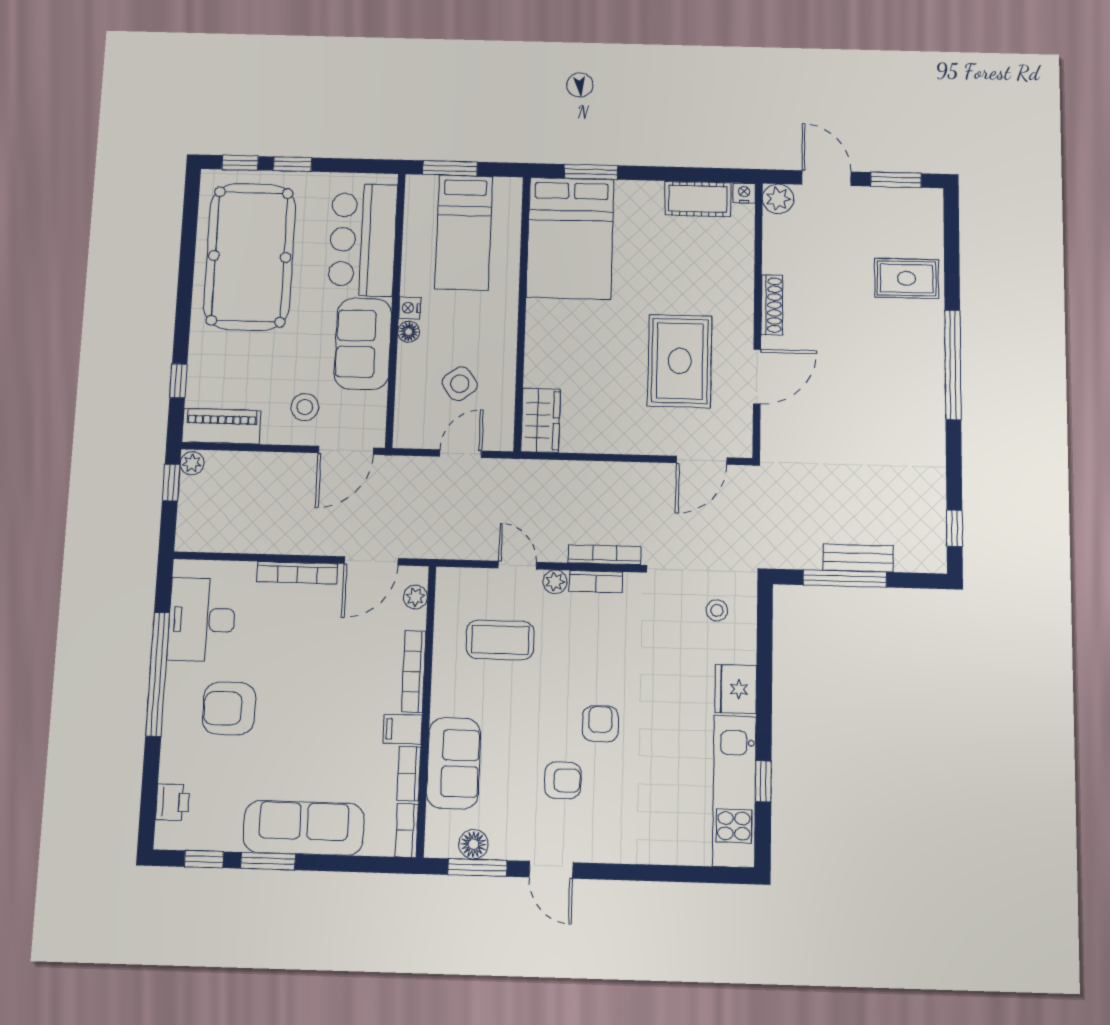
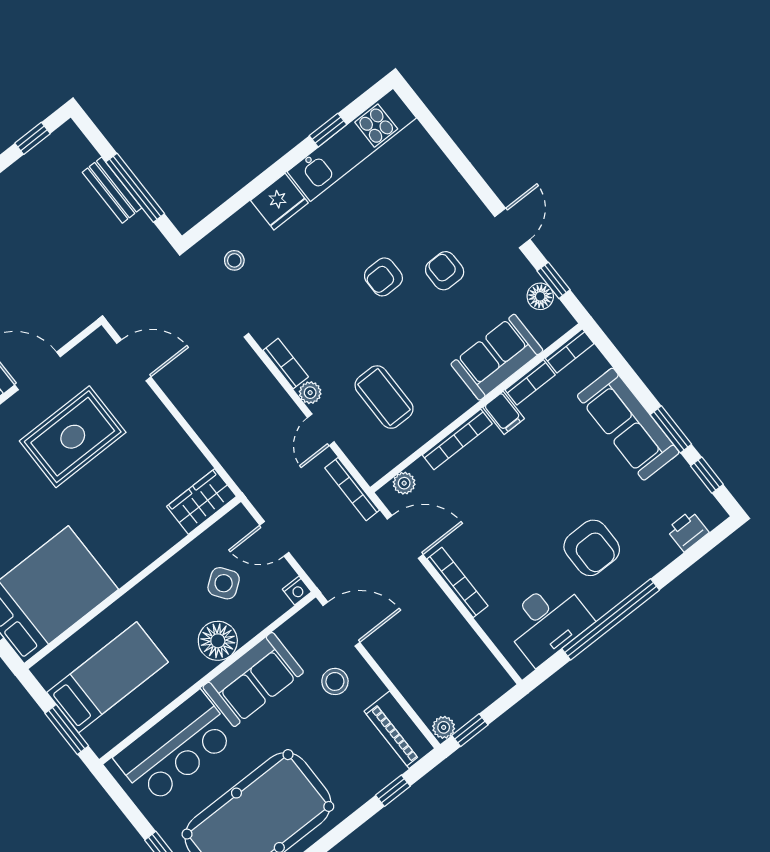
nightstand: (410, 308) -> (297, 590), moved
floor lamp: (409, 332) -> (218, 641), width x1.89, depth x1.89
bookcase: (605, 555) -> (352, 489), moved
window: (477, 868) -> (554, 280), width x0.67

